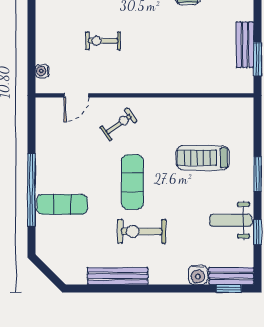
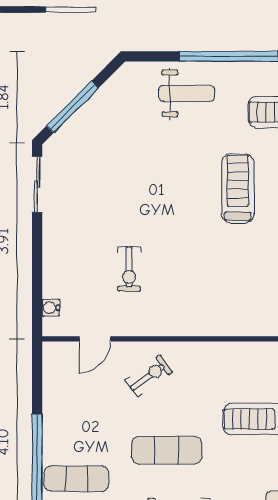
exercise bike: (103, 41) -> (129, 269), turned -90
exercise mat: (132, 182) -> (167, 450), turned 90

